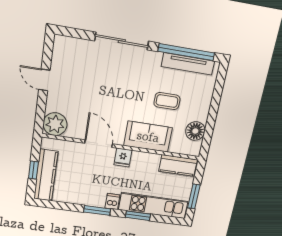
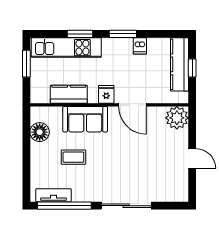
tv unit: (188, 64) -> (54, 195), width x0.71
kitchen counter: (178, 166) -> (69, 94), moved
dishwasher: (112, 202) -> (140, 46), moved

